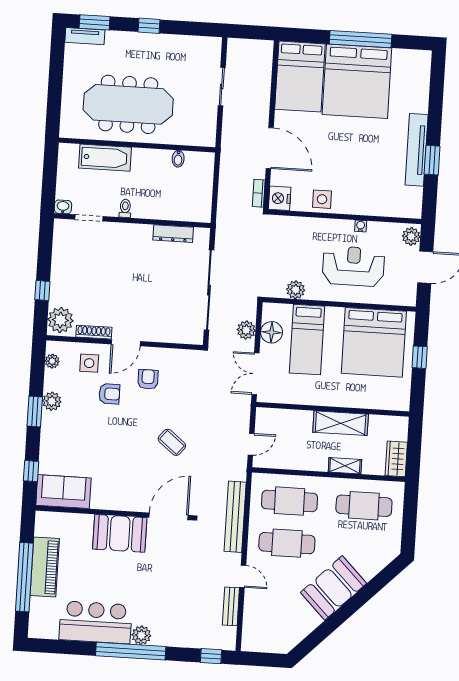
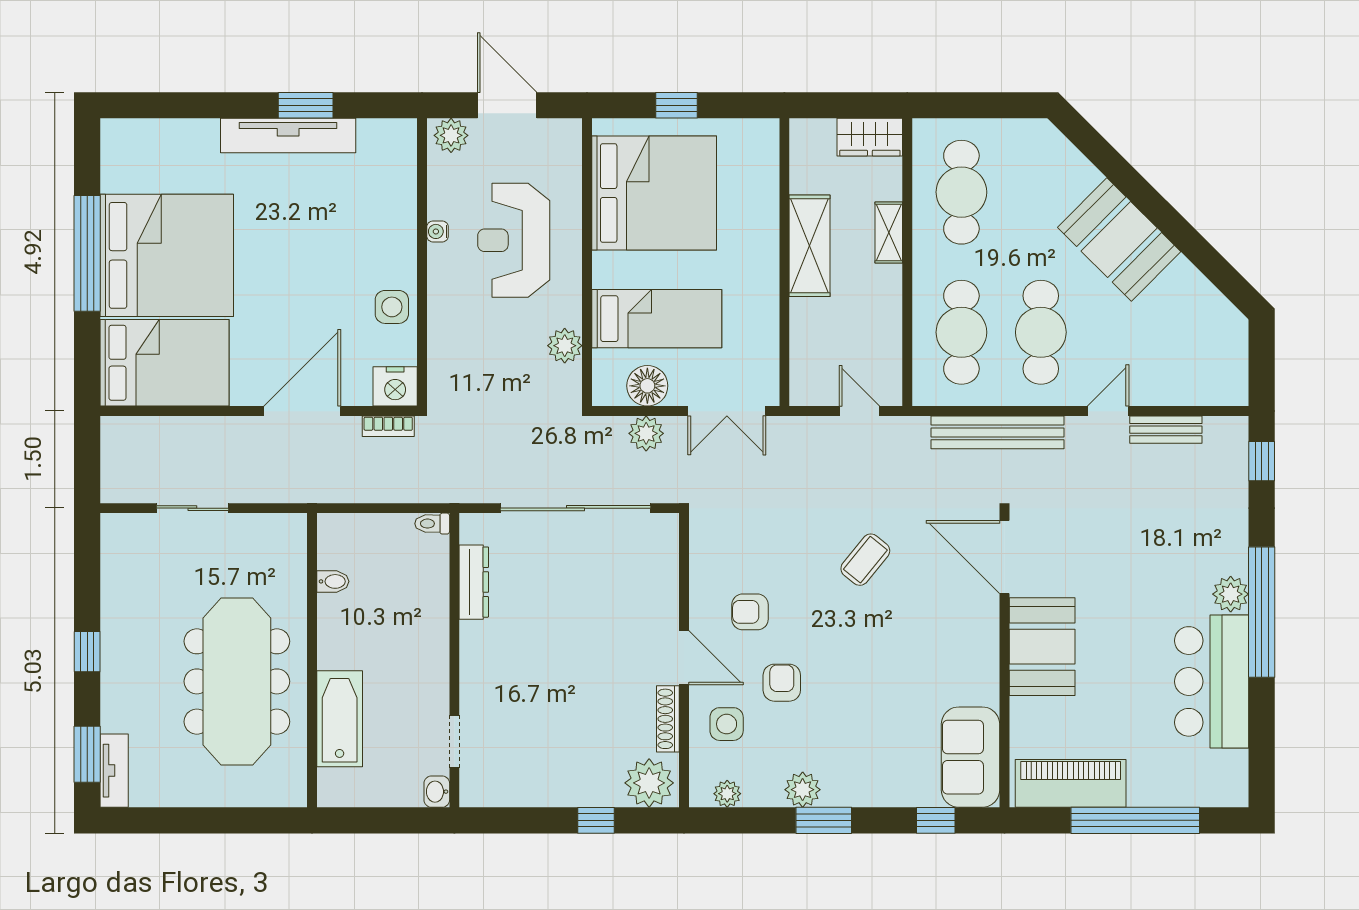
toilet: (125, 208) -> (432, 524), moved
piano: (45, 567) -> (1071, 783), moved

